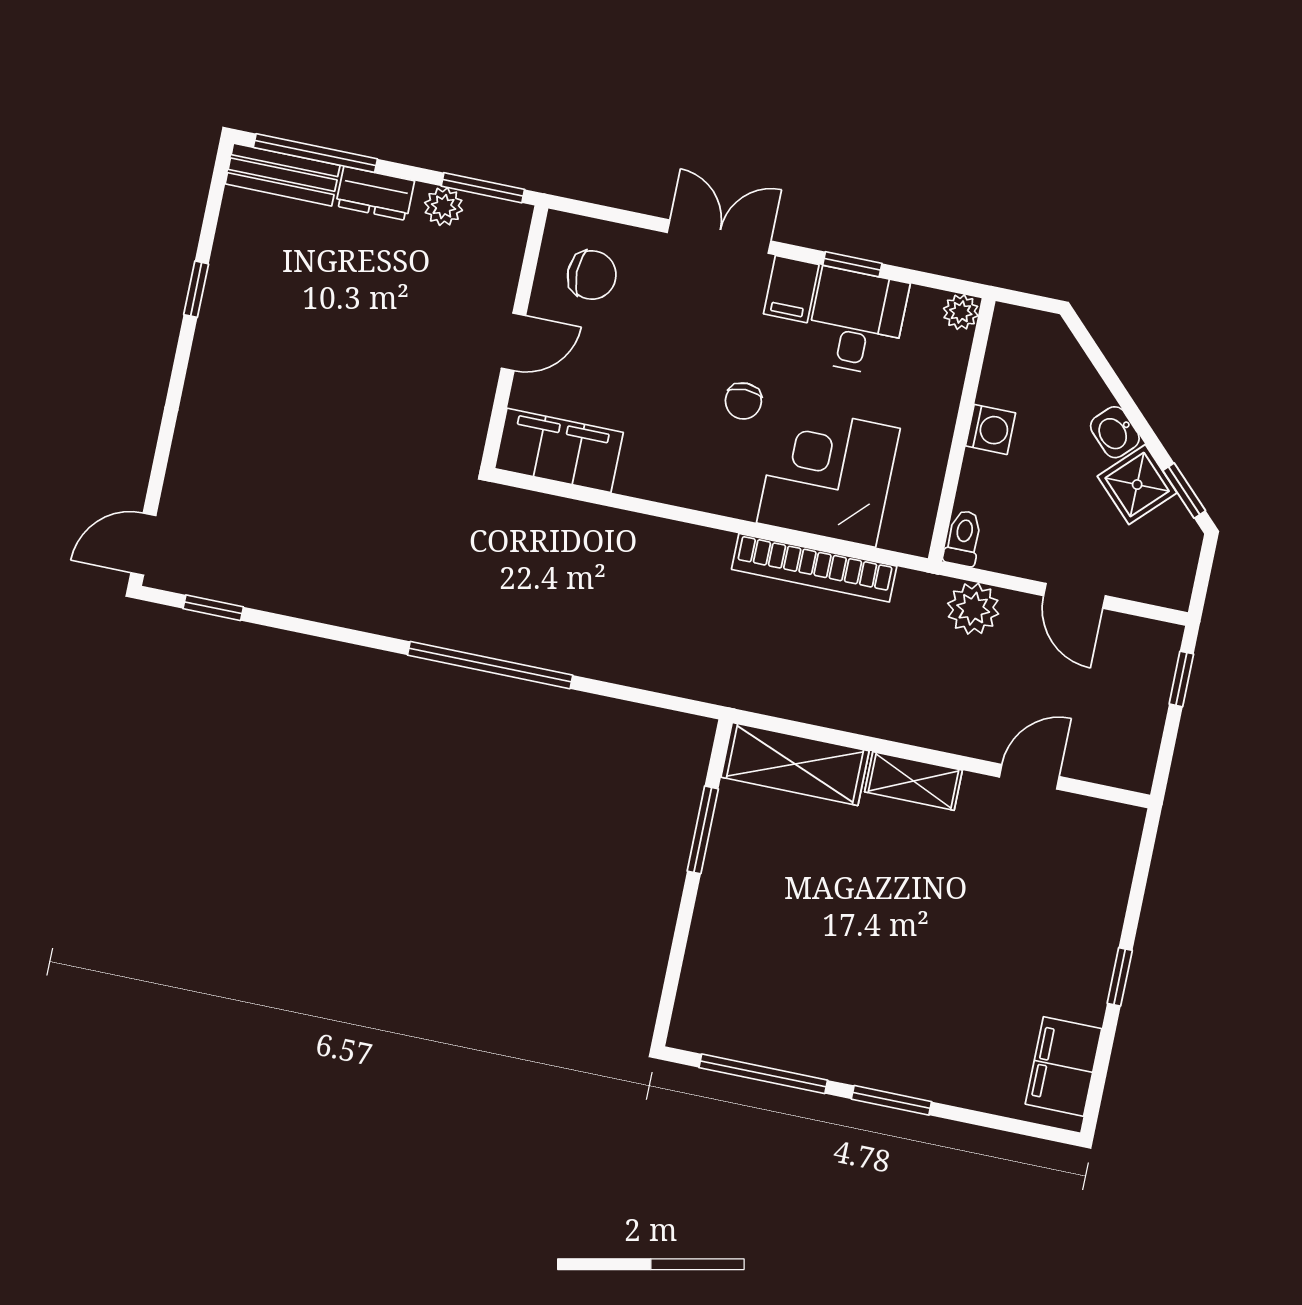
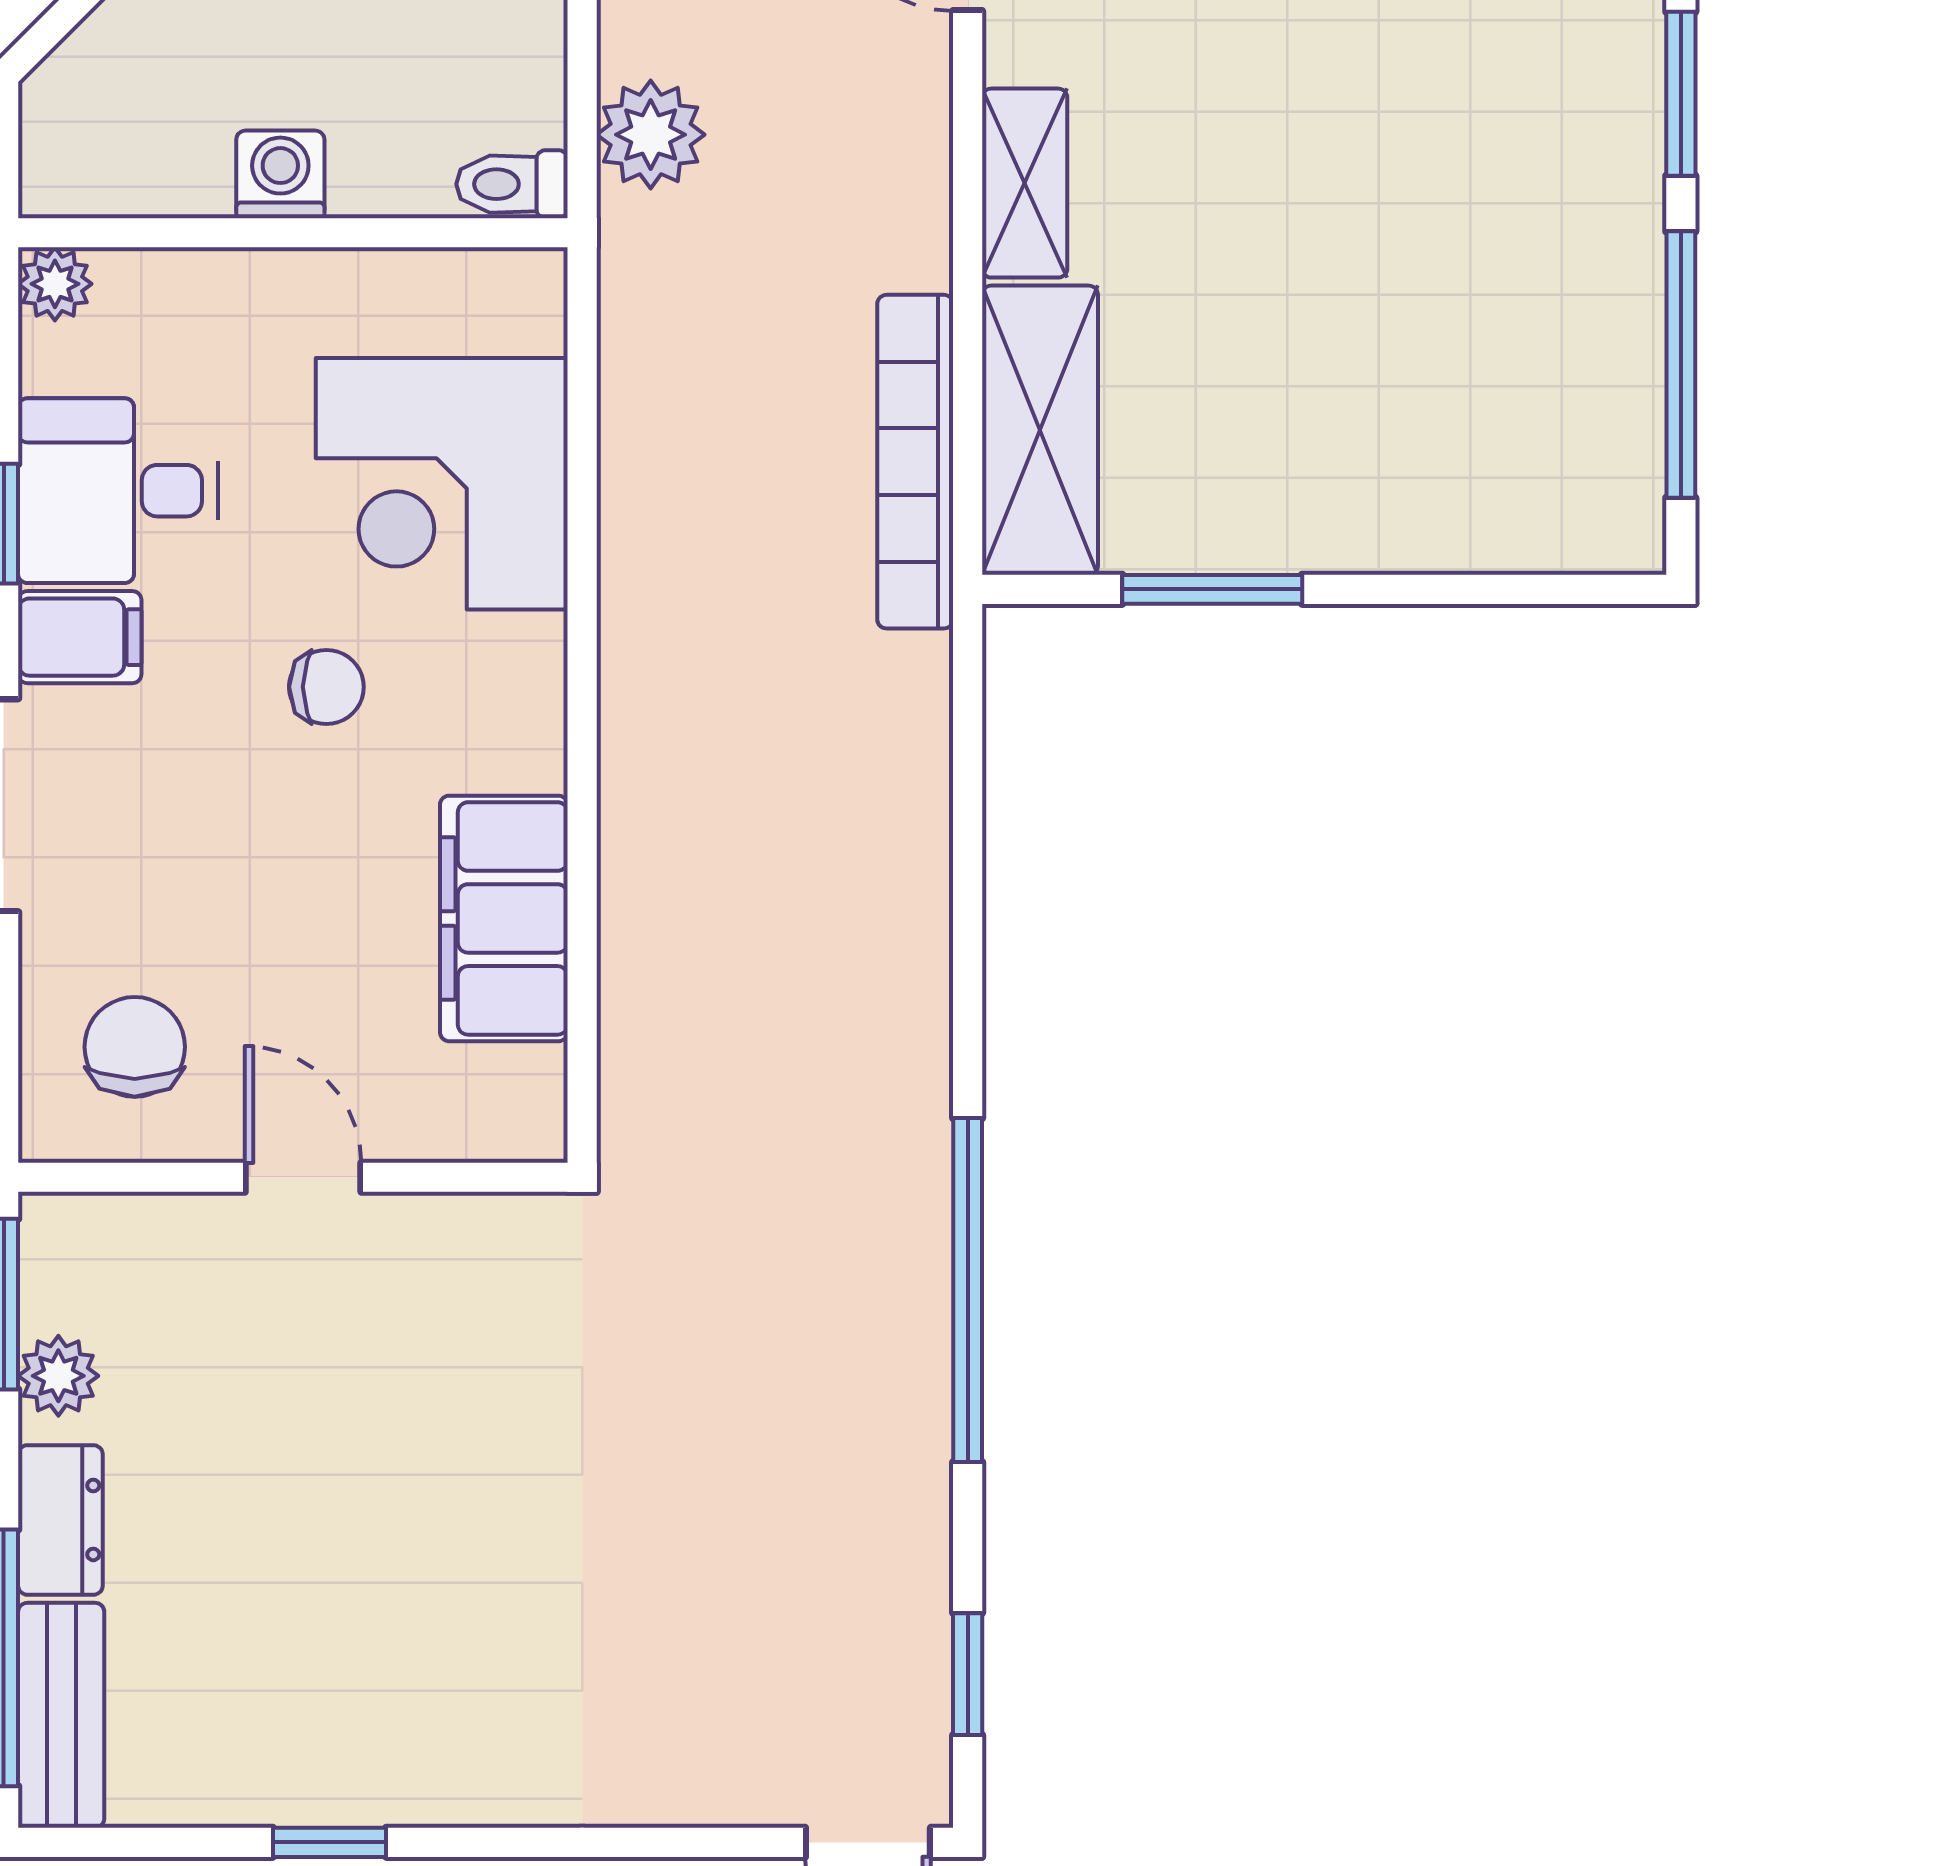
filing cabinet: (559, 450) -> (504, 918), moved
bookcase: (814, 568) -> (915, 462), moved, turned 180
window: (490, 665) -> (968, 1290), moved

